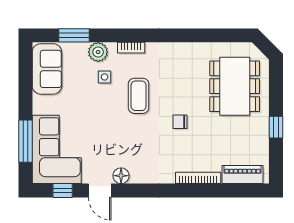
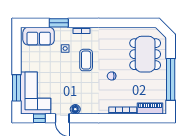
window: (74, 35) -> (59, 23), moved
plant: (98, 52) -> (61, 33), removed
sofa: (47, 69) -> (39, 36), moved, turned 90
window: (276, 127) -> (171, 79), width x3.17

